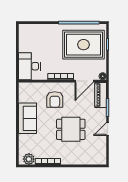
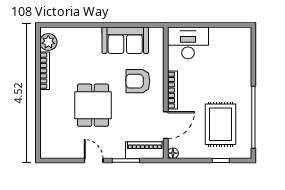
rug: (84, 45) -> (220, 124), width x0.73, depth x0.69
door: (84, 81) -> (166, 125), swing flipped
sofa: (28, 118) -> (125, 40), moved

